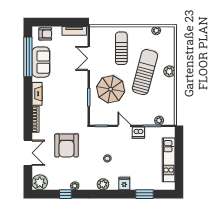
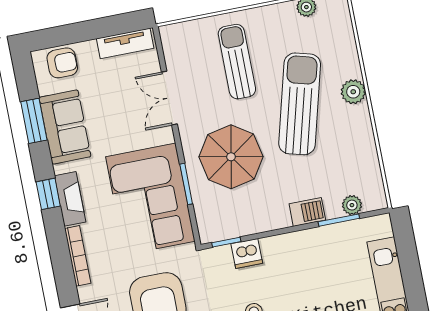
window: (28, 57) -> (34, 121), width x0.47
window: (28, 90) -> (48, 194), added
corner sofa: (72, 101) -> (150, 199), added
barbecue: (139, 120) -> (307, 212), added
door: (124, 126) -> (277, 232), removed
dishwasher: (138, 133) -> (247, 254), moved

